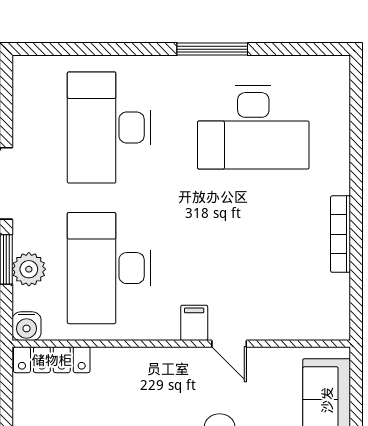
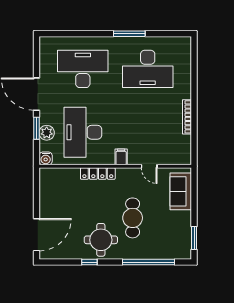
desk: (109, 127) -> (83, 69), turned 90
door: (229, 344) -> (149, 166), moved
locker: (52, 360) -> (98, 173), moved

